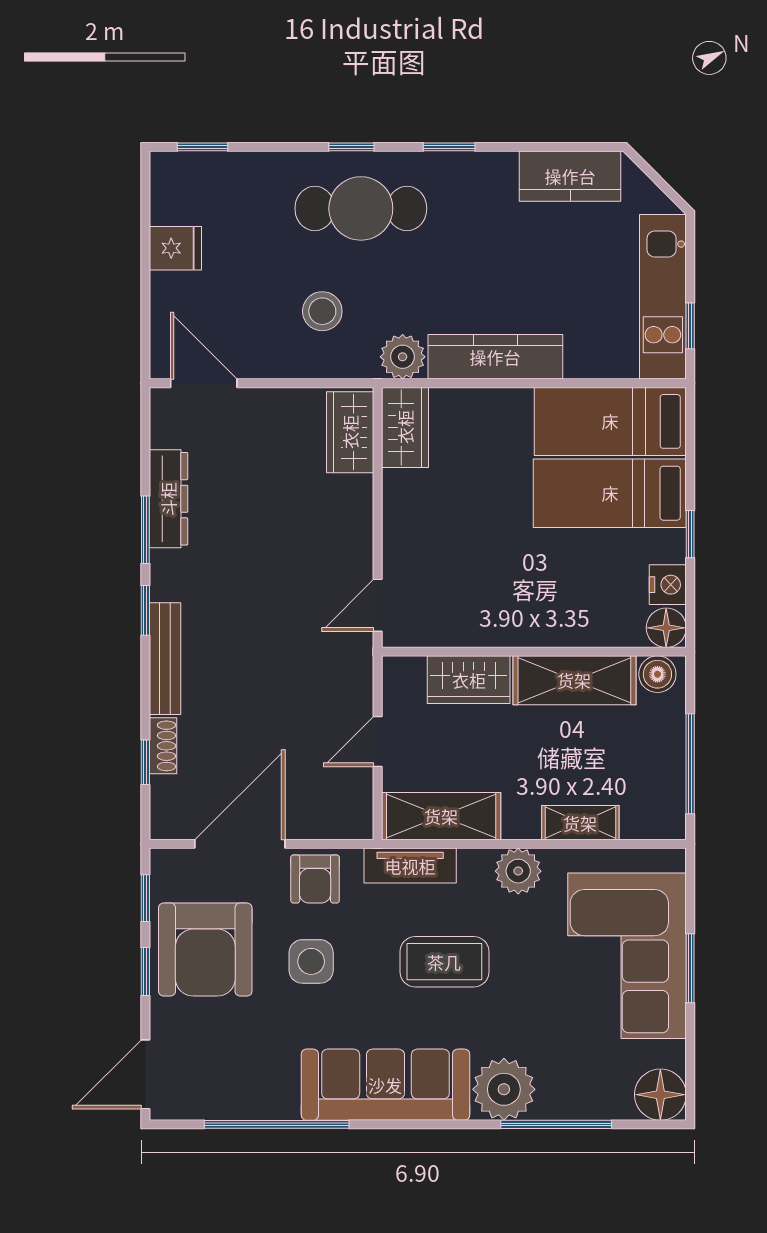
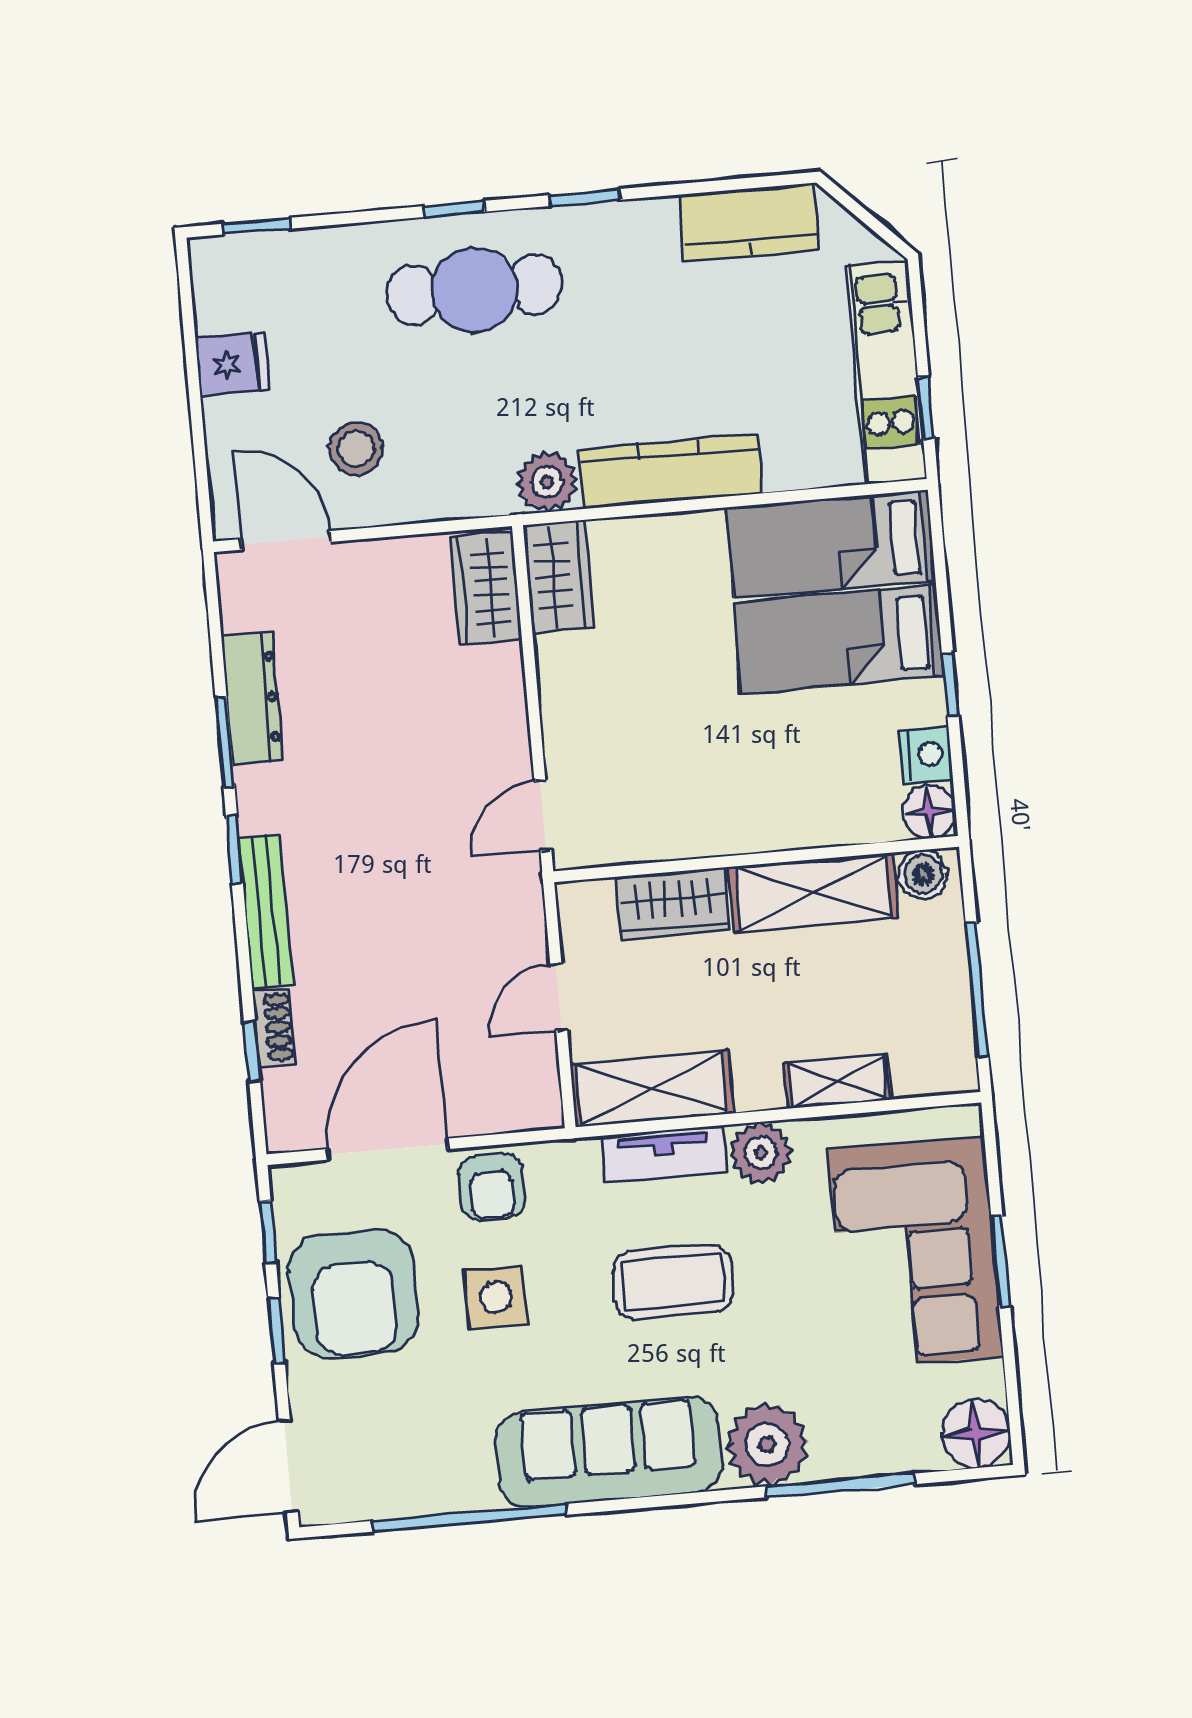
stool: (322, 311) -> (356, 449), moved
tv unit: (410, 866) -> (664, 1154), moved

